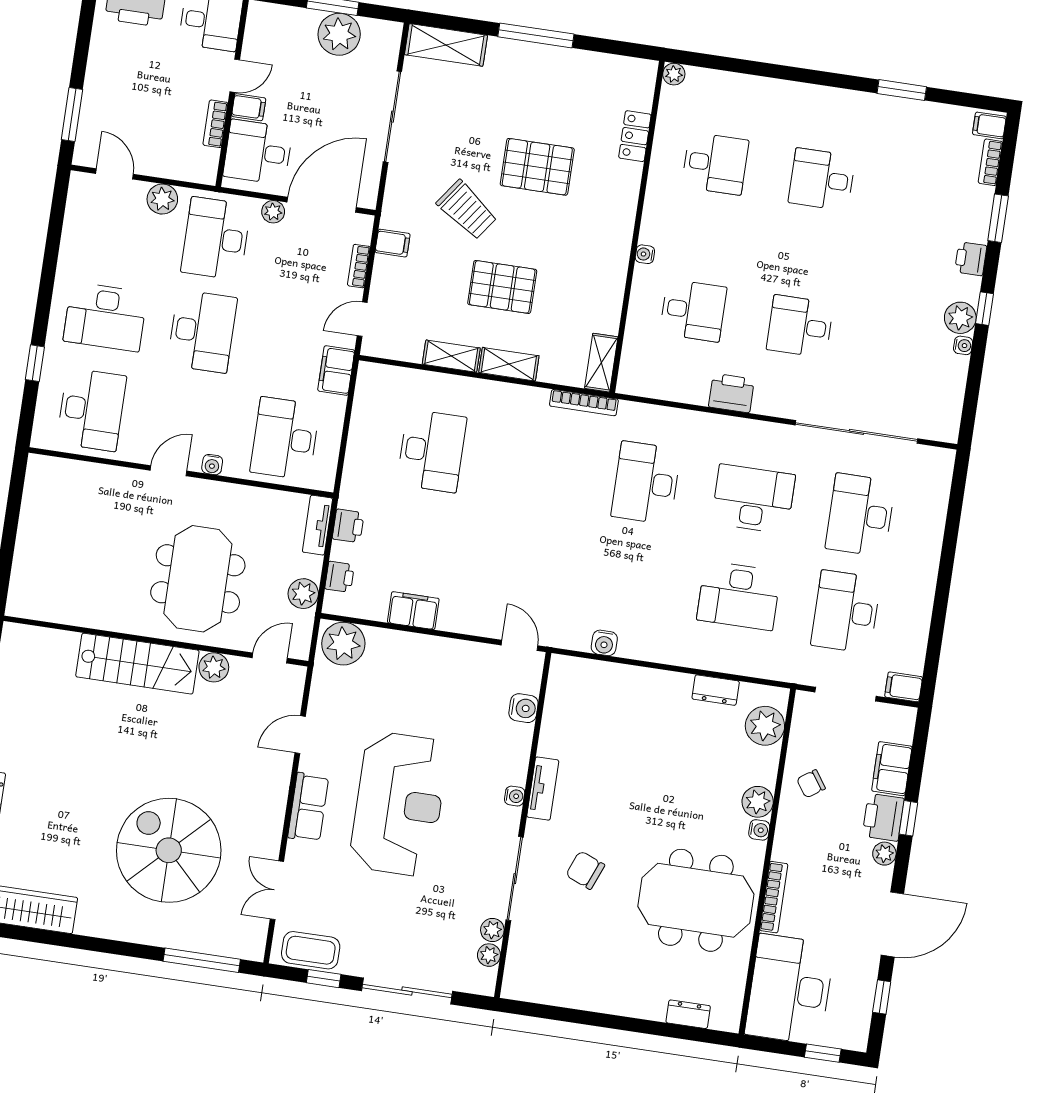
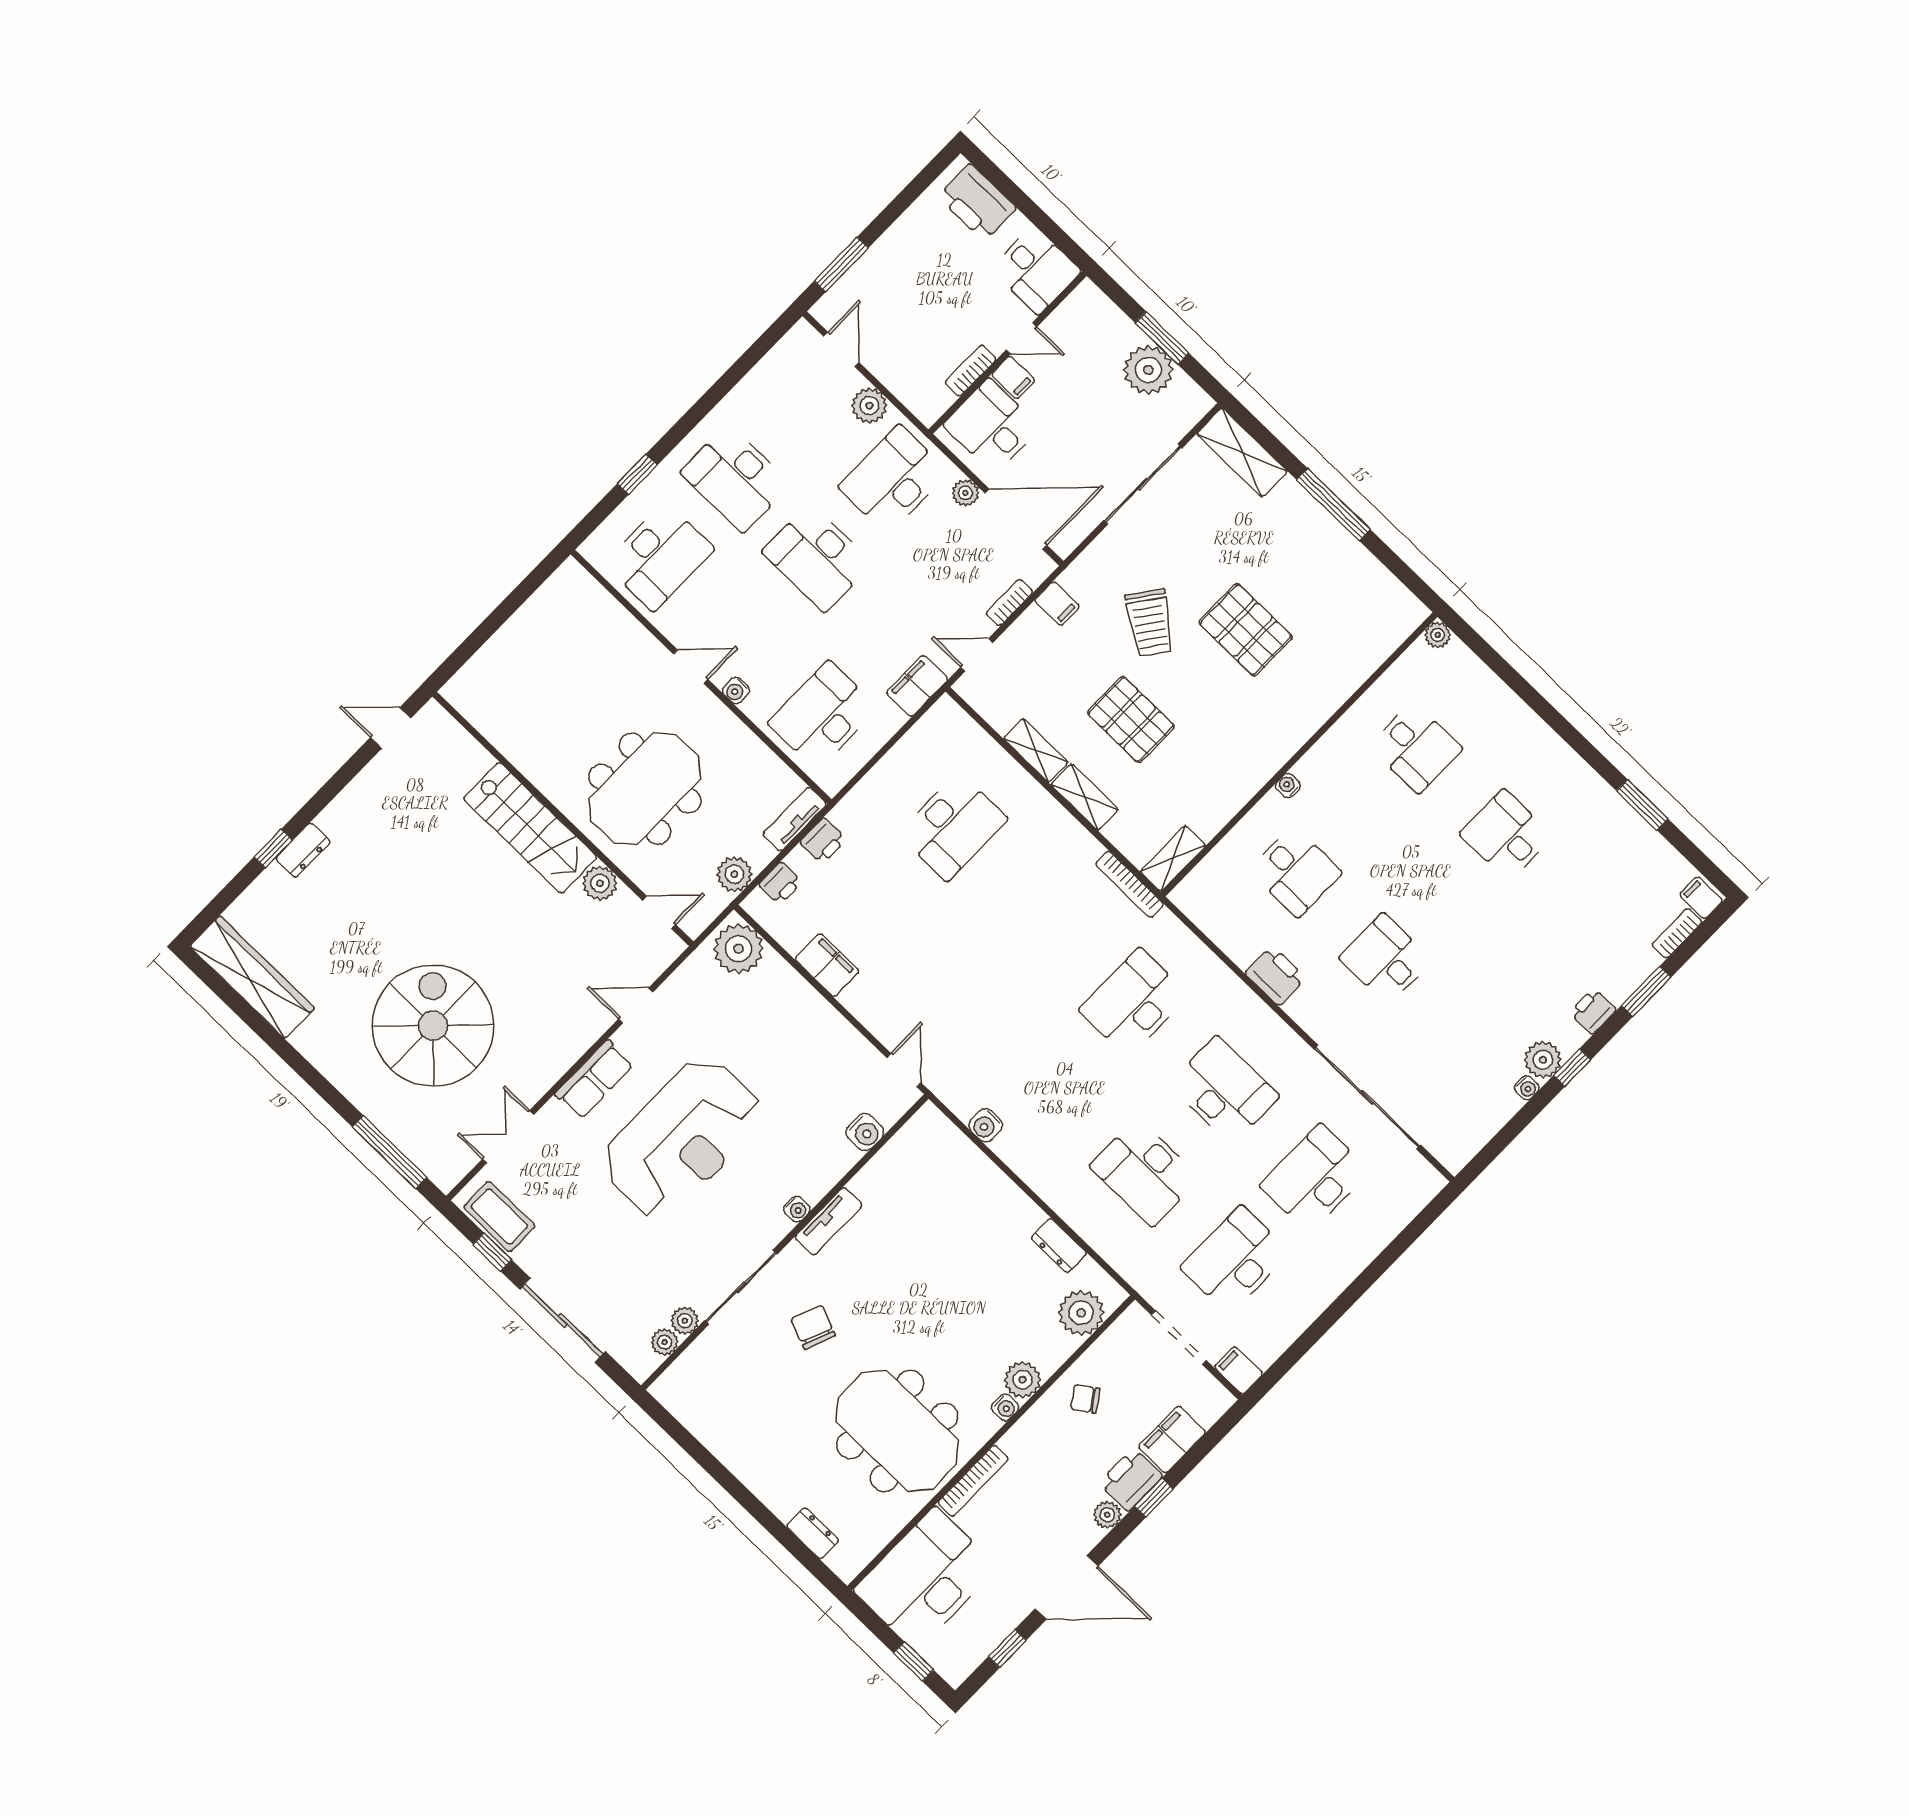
locker: (635, 136) -> (1359, 667), removed
desk: (202, 331) -> (817, 558), turned 90

